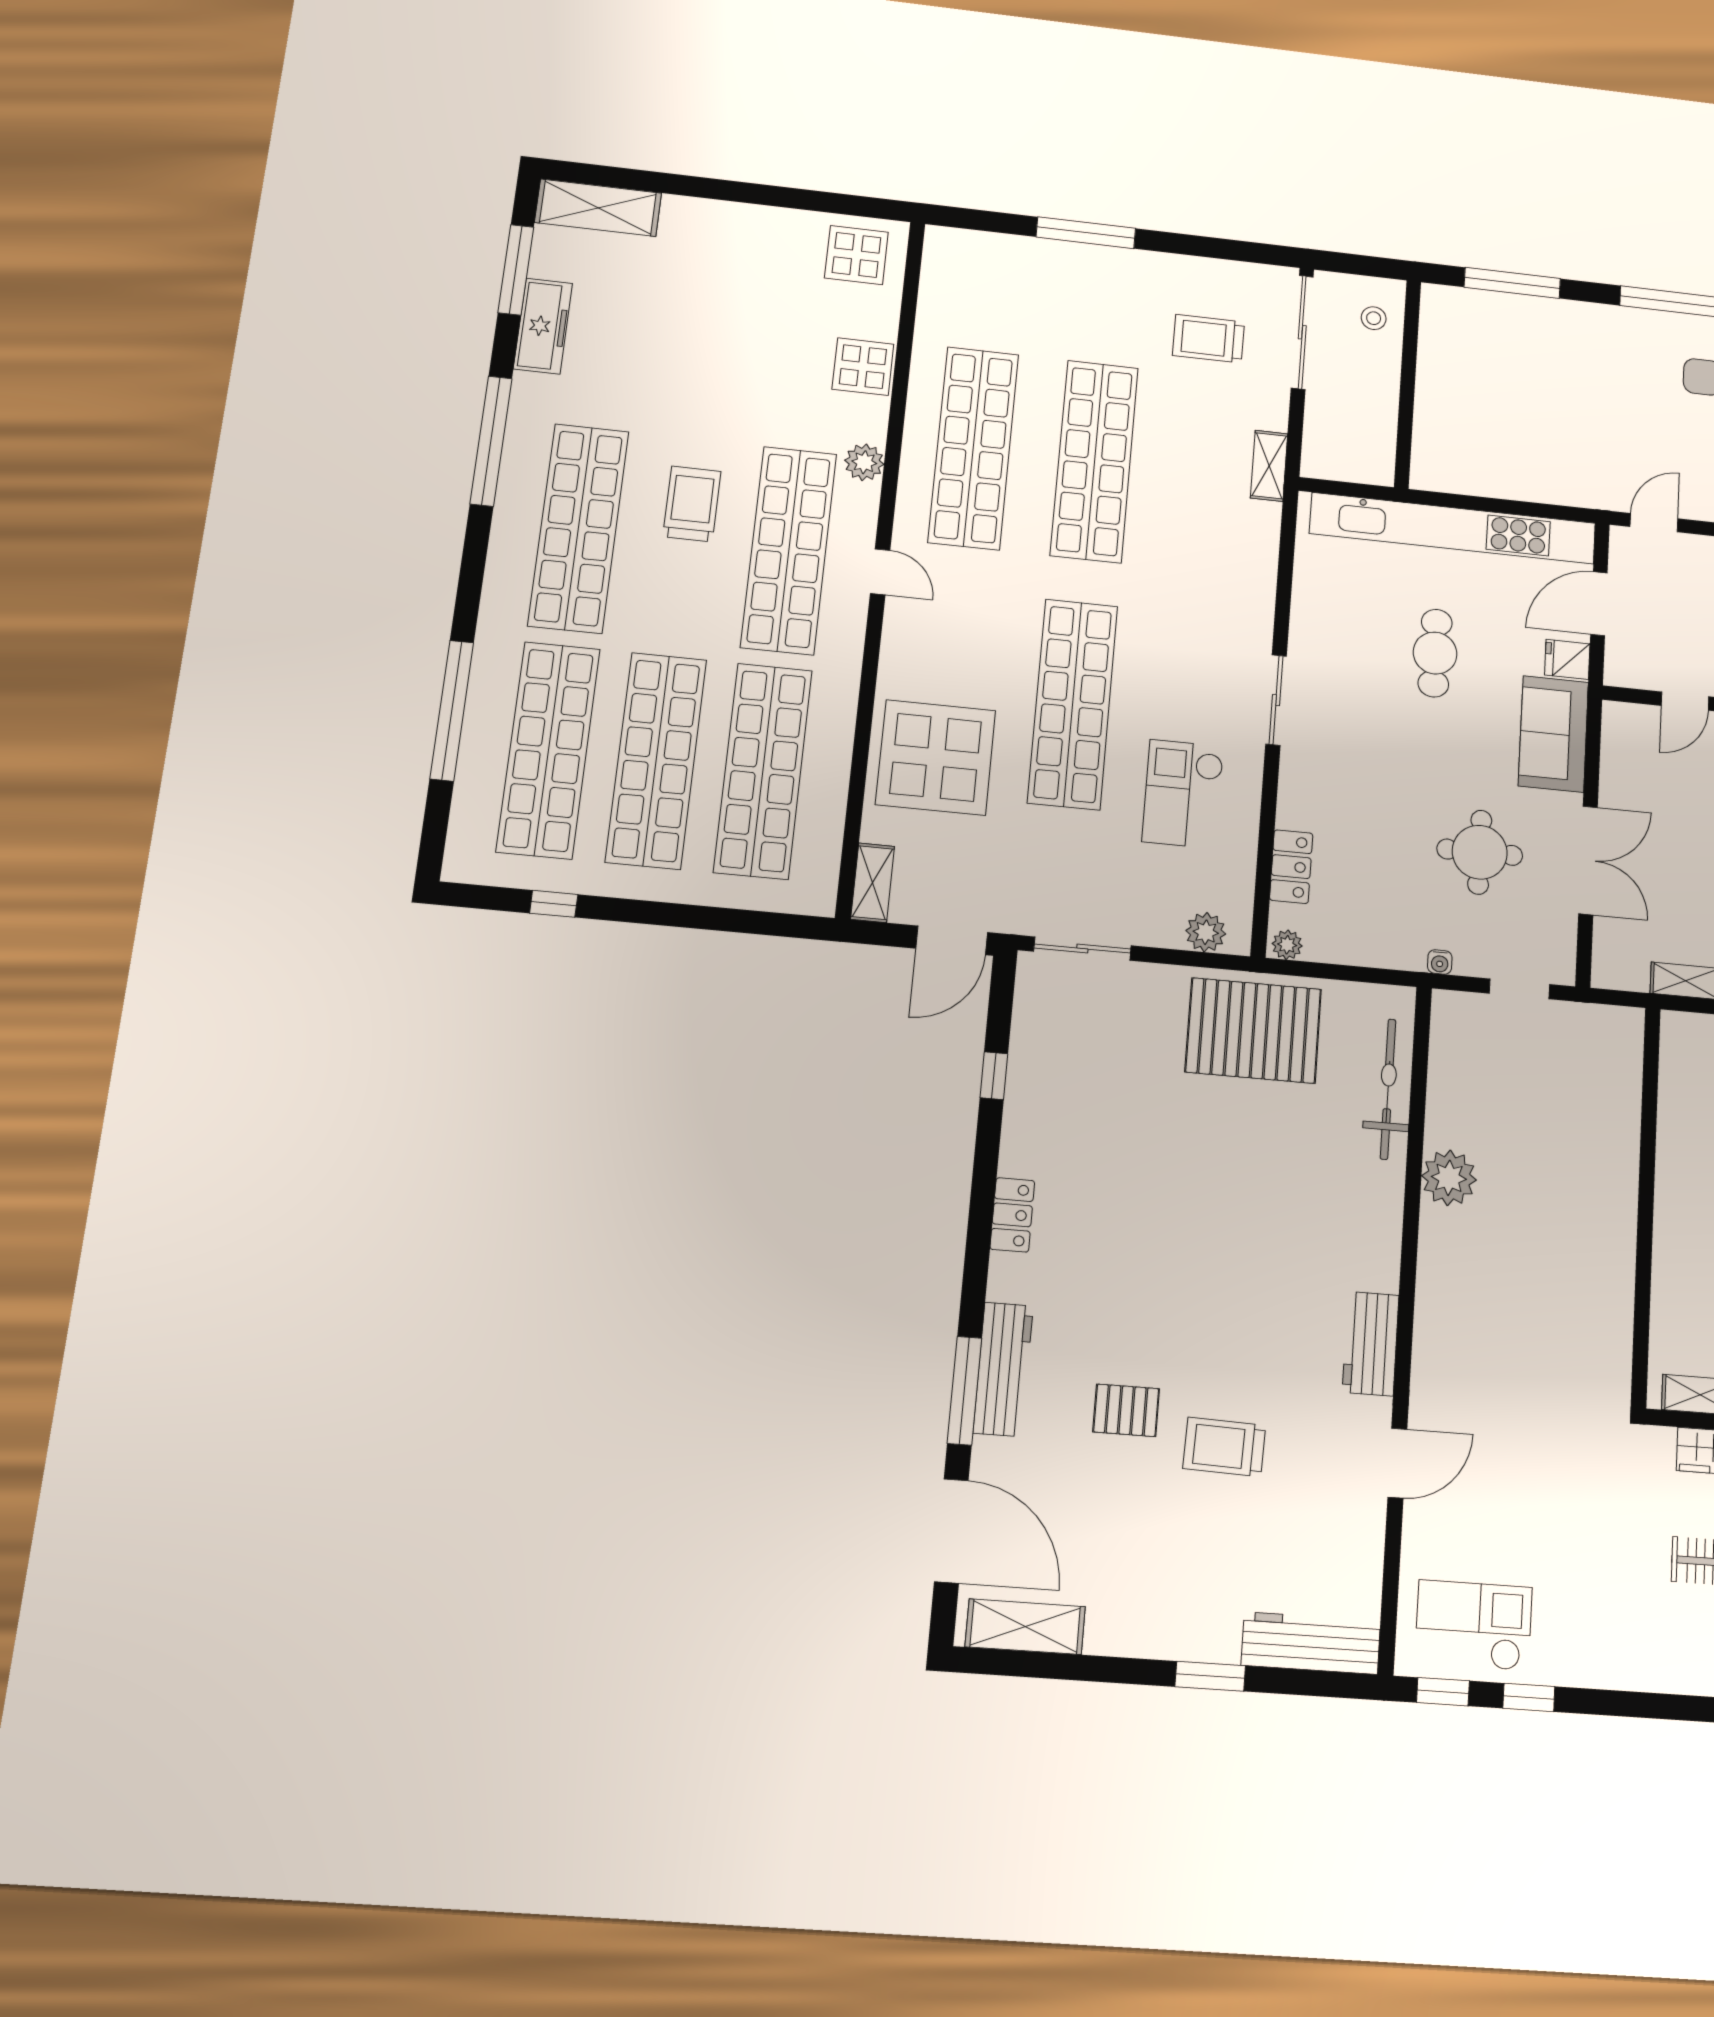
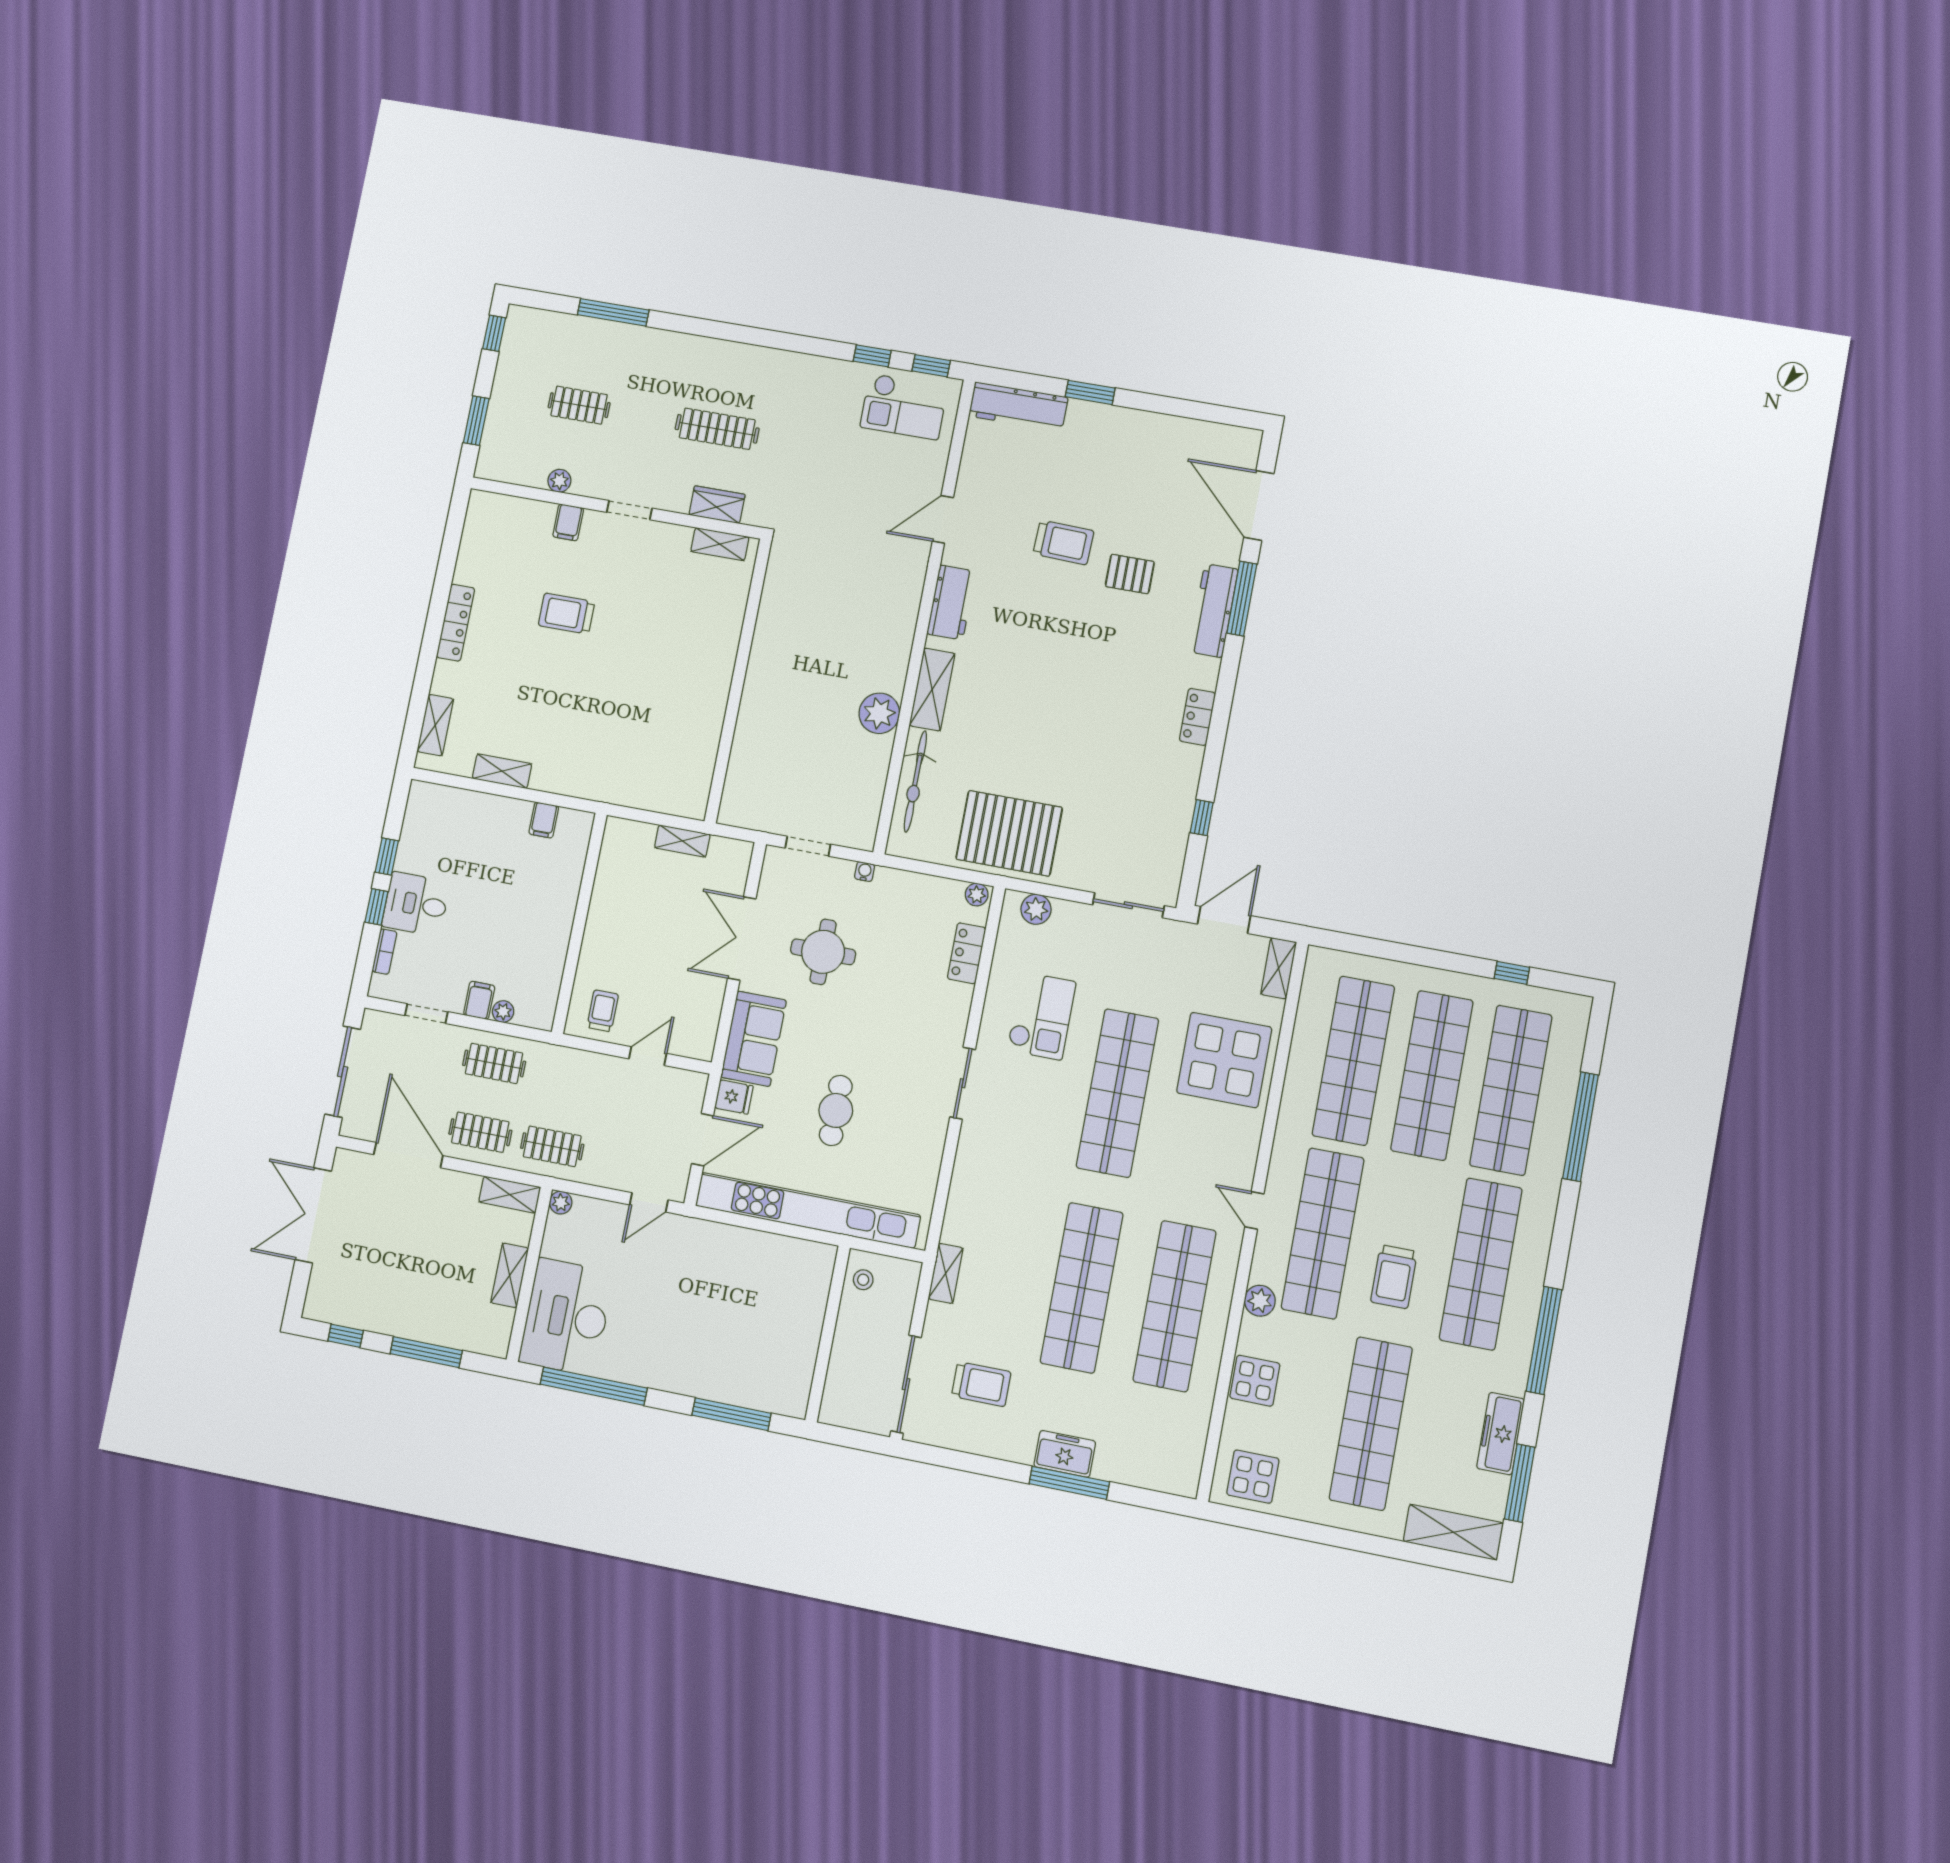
freezer: (1095, 265) -> (1065, 1454), added
stool: (1374, 318) -> (863, 1280), moved
shop shelf: (711, 327) -> (1371, 1424), added
shelving: (1025, 1627) -> (932, 690), moved, turned 90

